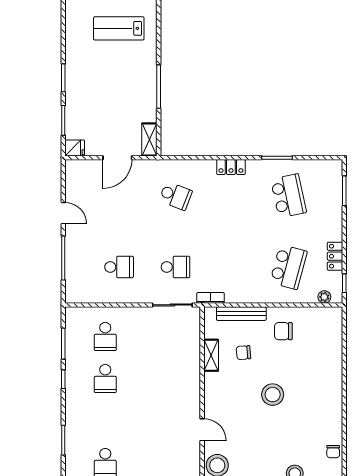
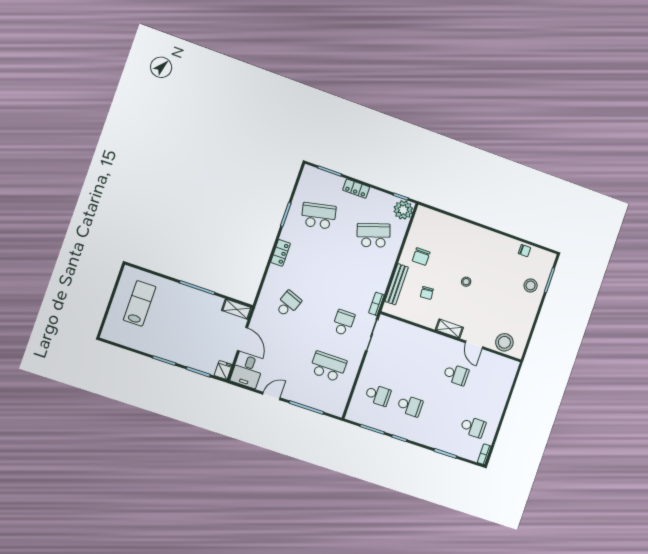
lab bench: (119, 28) -> (140, 303), turned 180
desk: (83, 176) -> (247, 371), added
locker: (335, 256) -> (356, 189), moved
school desk: (119, 267) -> (328, 367), width x1.85
school desk: (288, 267) -> (373, 235), turned -33
plant: (324, 297) -> (403, 210), width x1.87, depth x1.87
shelving: (211, 355) -> (449, 329), moved
stool: (273, 395) -> (466, 282), width x0.53, depth x0.53
school desk: (160, 420) -> (456, 374), added
door: (202, 430) -> (474, 345), swing flipped

